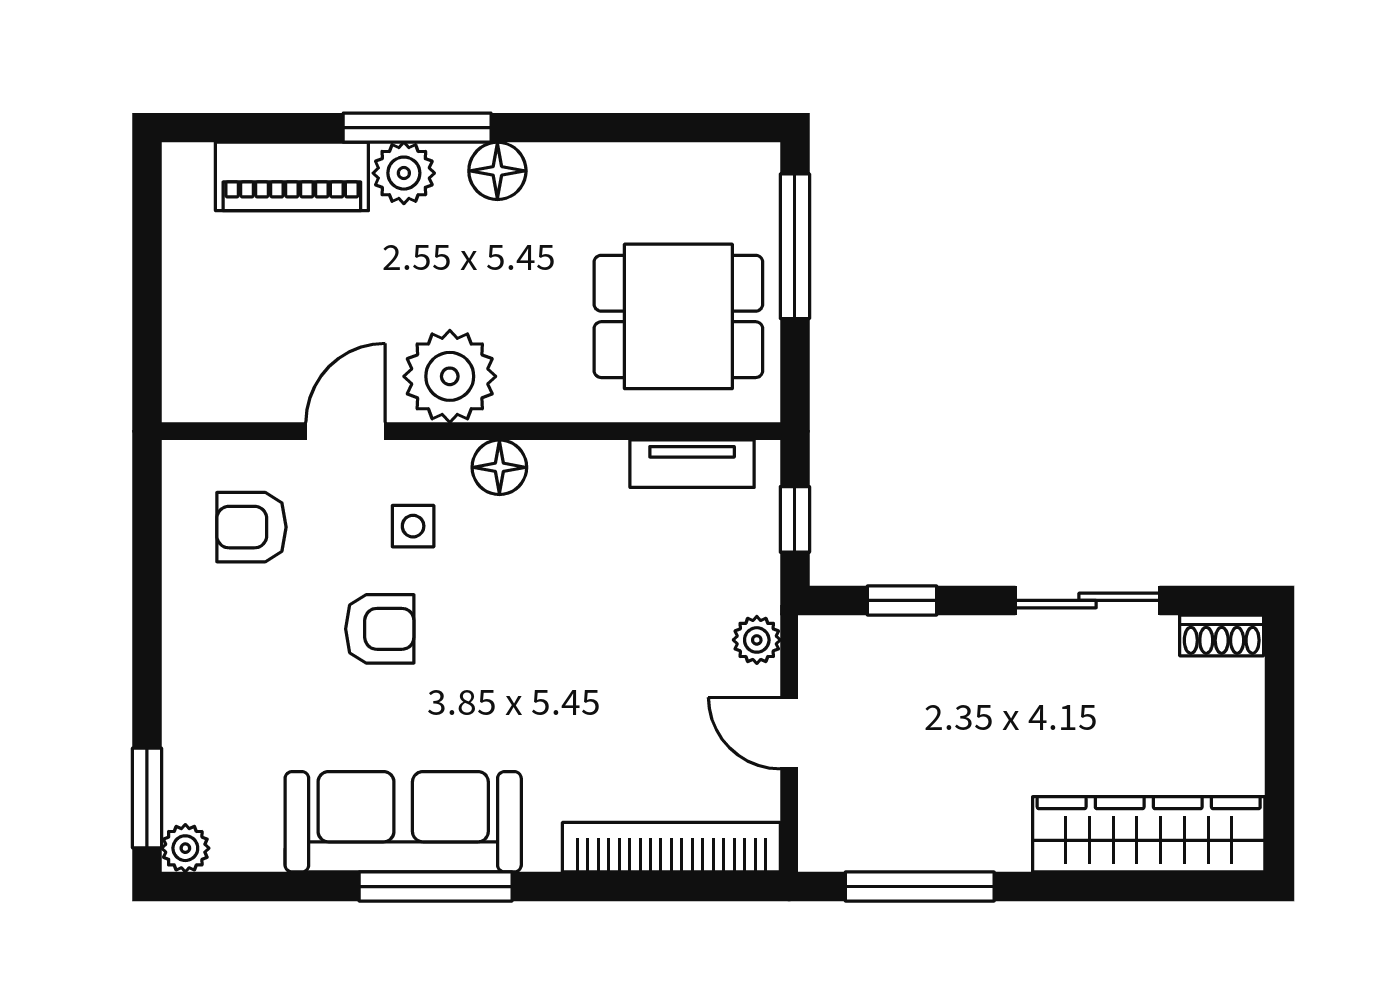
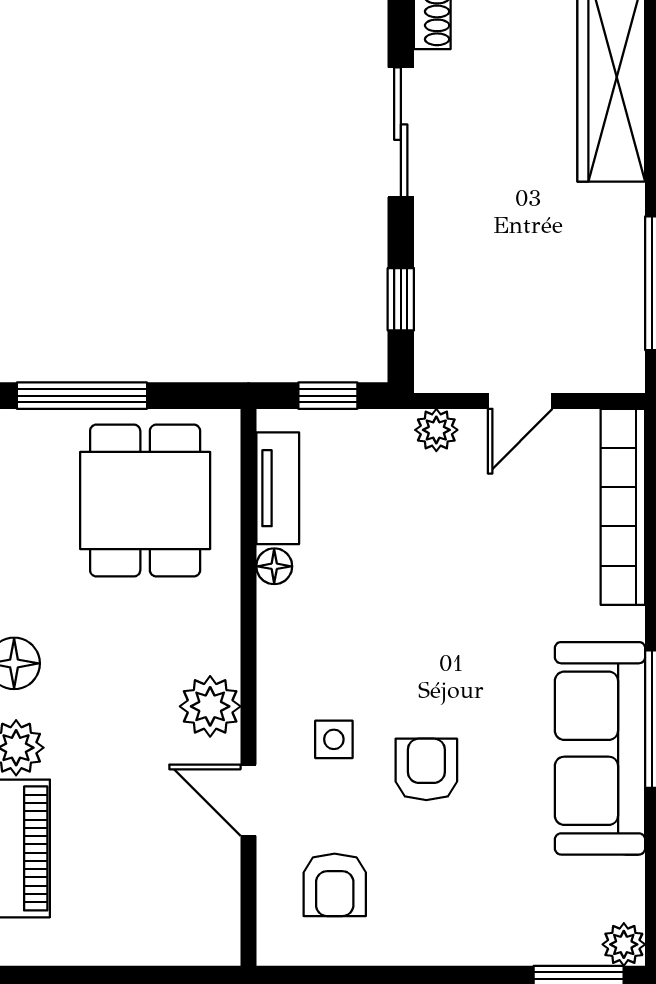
plant: (450, 376) -> (210, 706), width x0.73, depth x0.73
floor lamp: (499, 467) -> (274, 566), moved, width x0.73, depth x0.73

